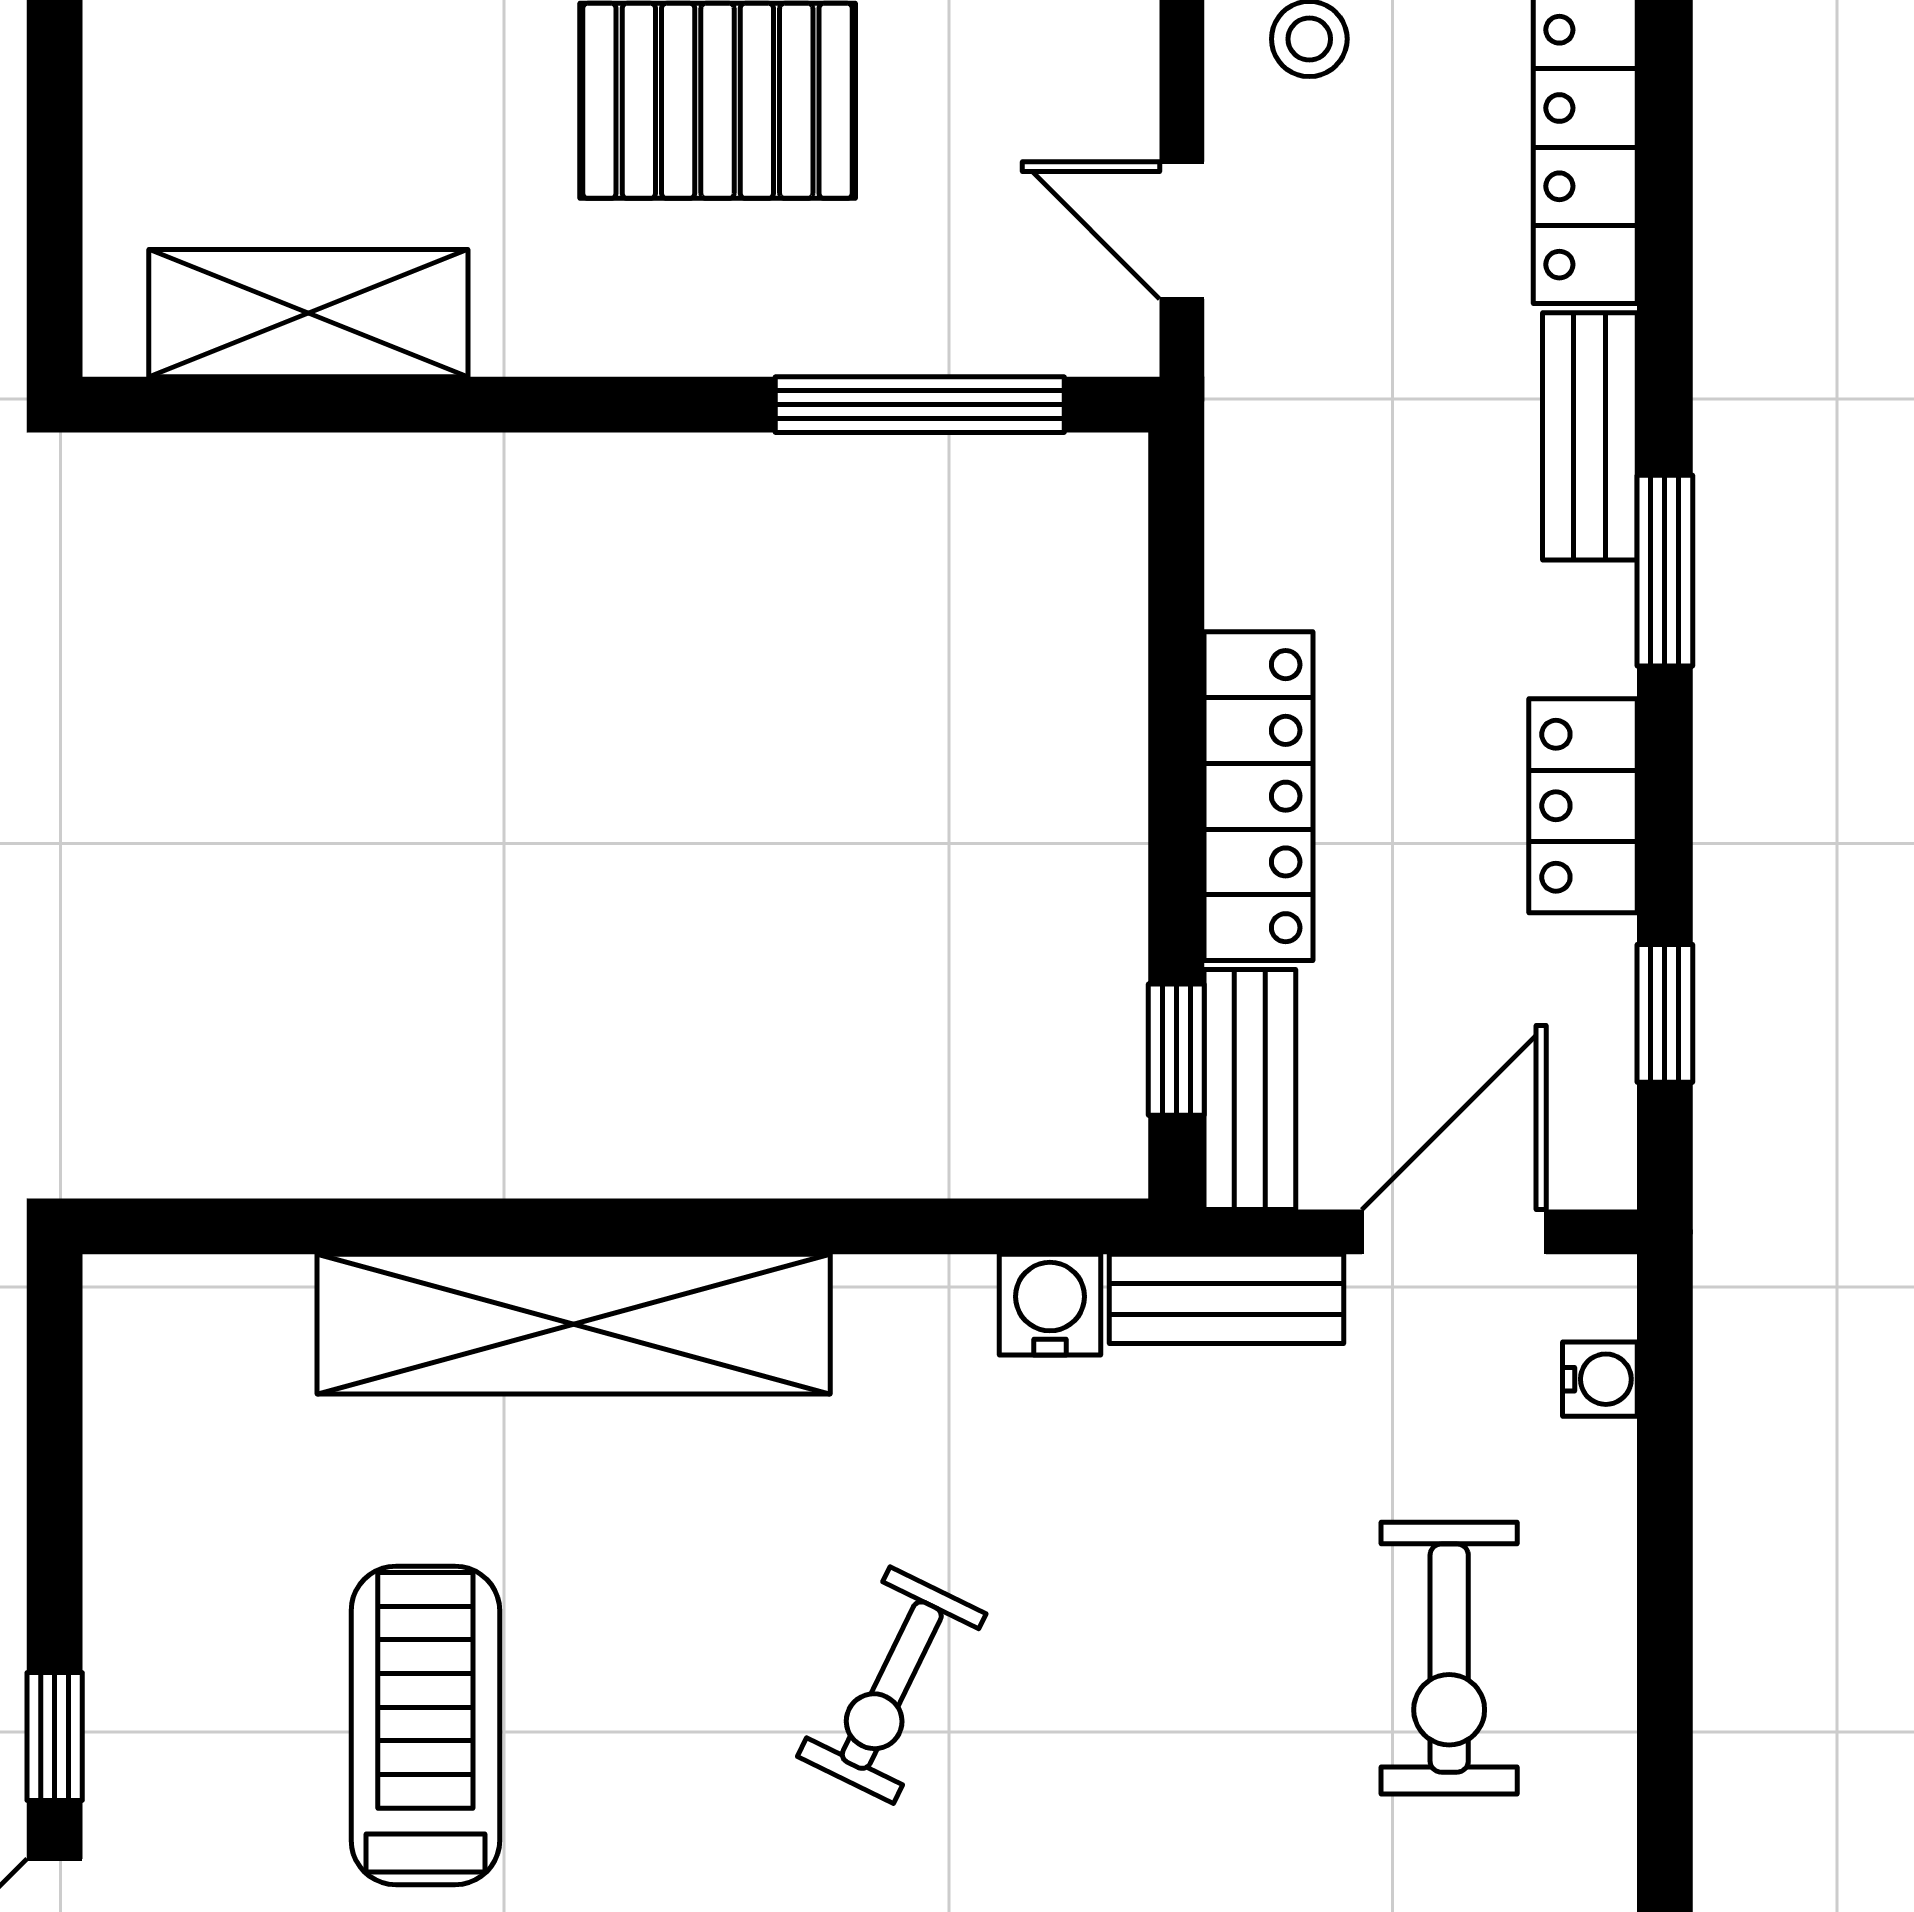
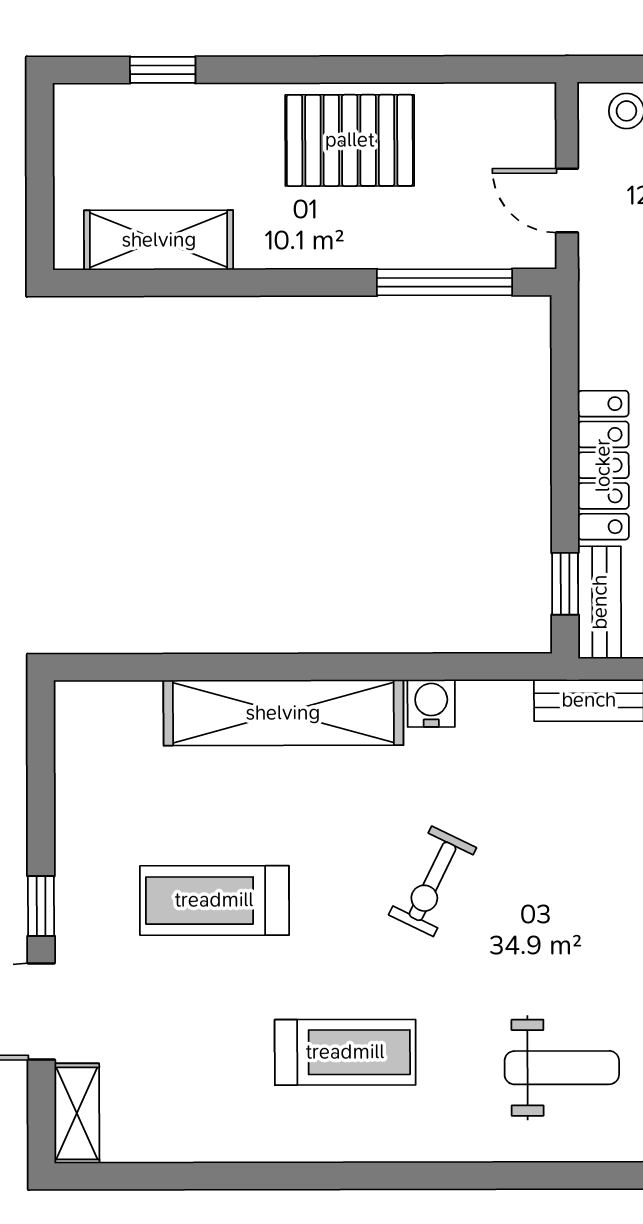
water cooler: (1050, 1305) -> (431, 703), moved
treadmill: (425, 1725) -> (214, 900), turned -90

